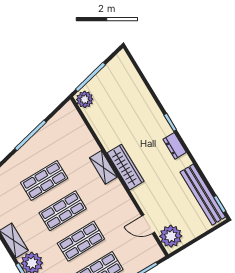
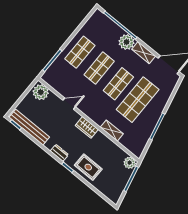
rug: (142, 113) -> (88, 167), added
shelving: (103, 167) -> (112, 131), moved
wardrobe: (126, 167) -> (87, 127), width x0.67
shop shelf: (44, 180) -> (138, 100), width x1.43, depth x1.36
door: (148, 224) -> (69, 104), moved

